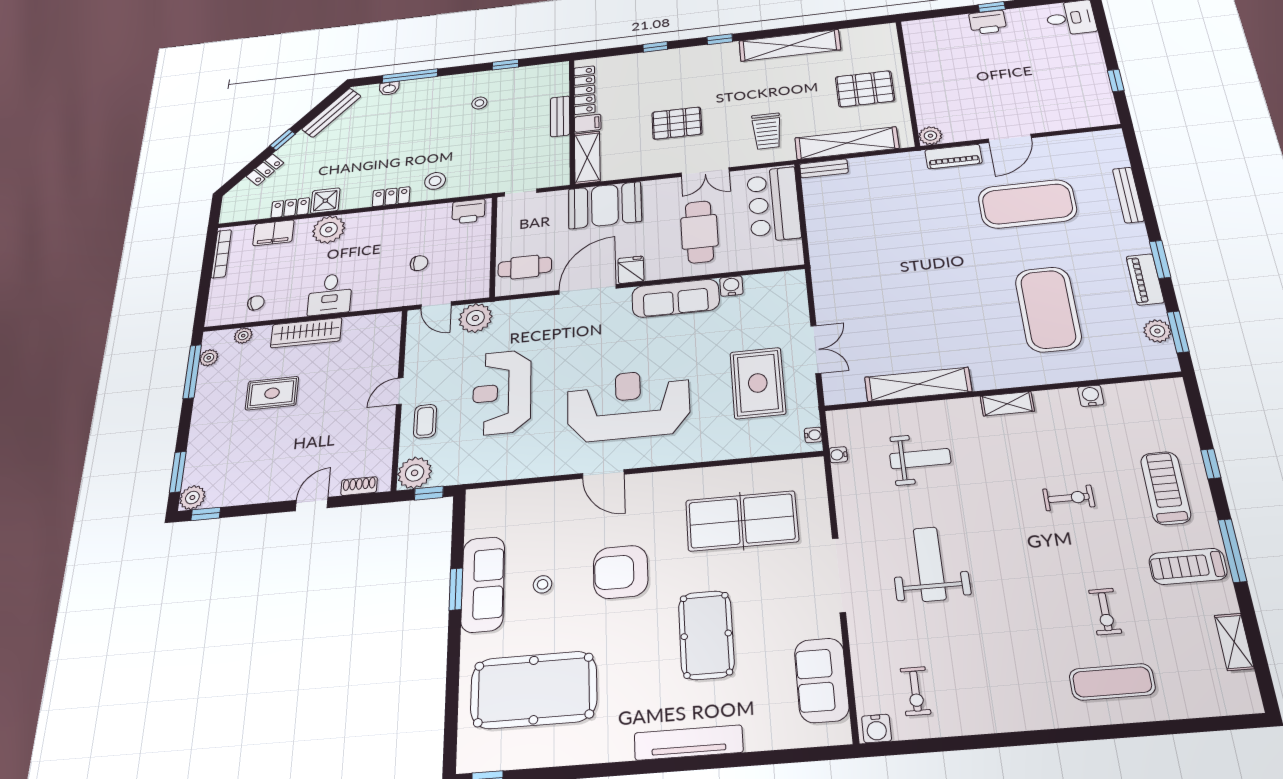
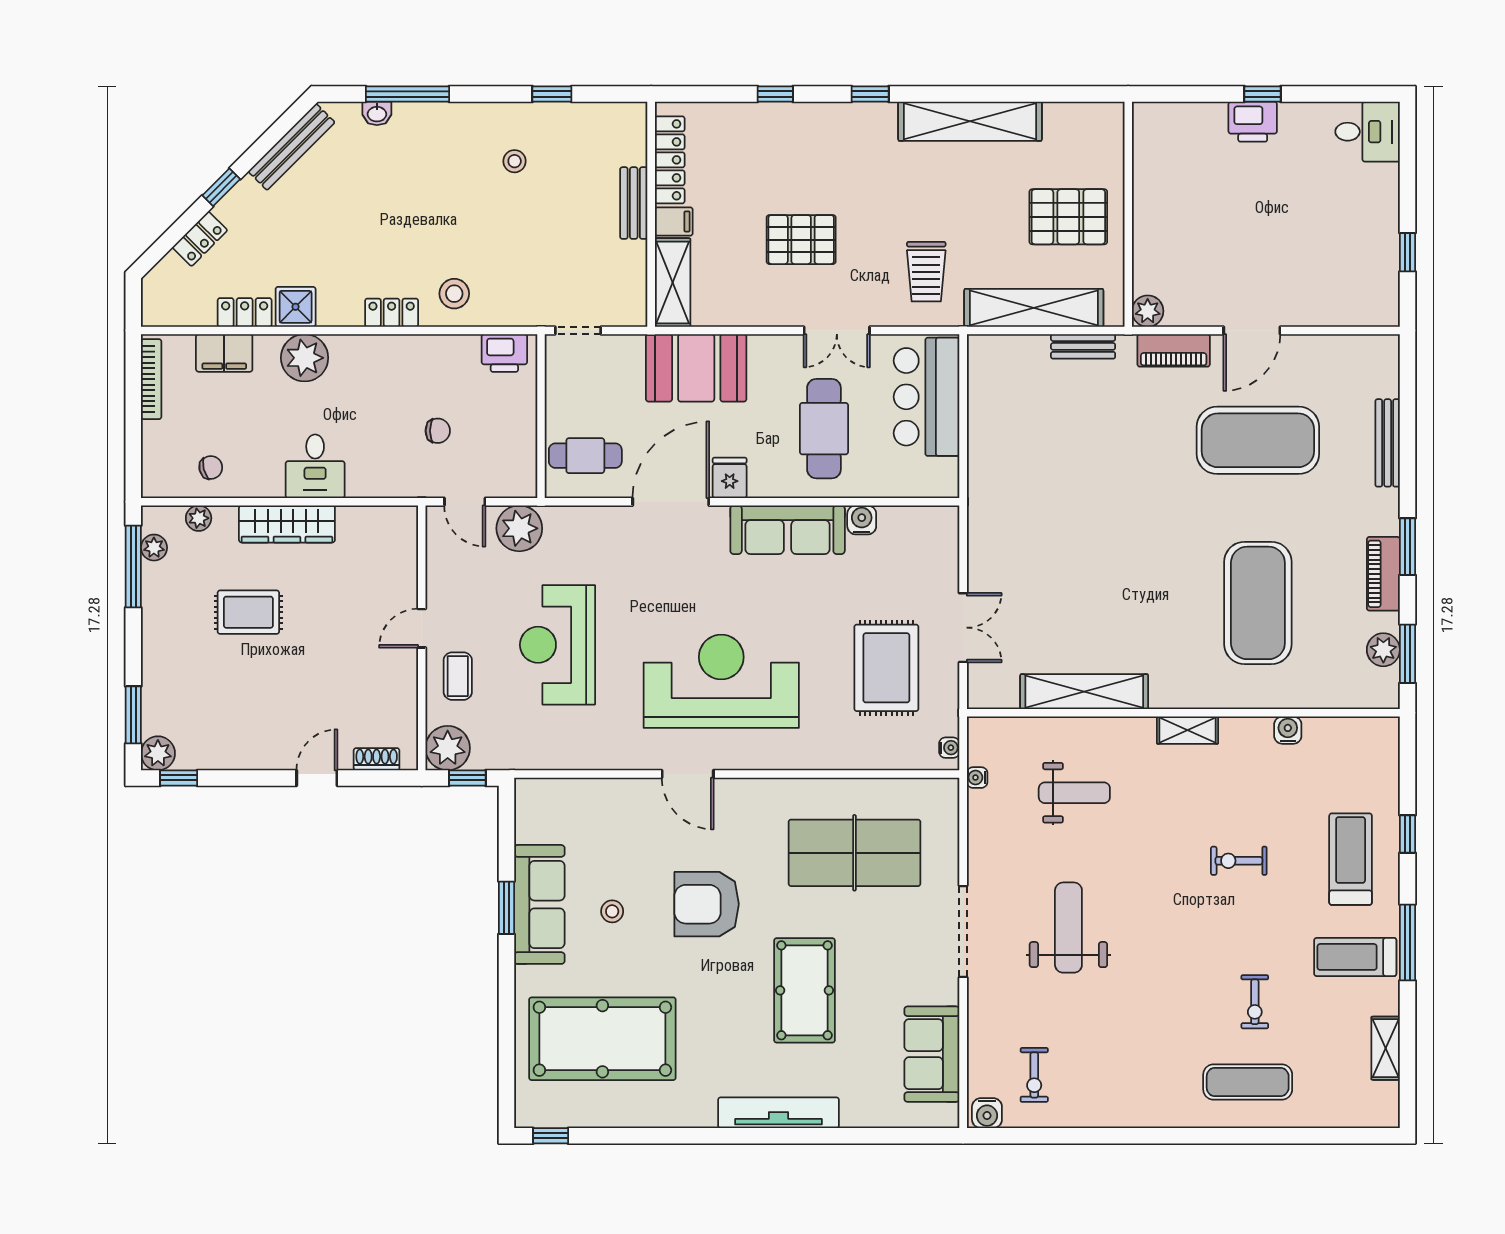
bench: (824, 168) -> (1083, 346), moved
exercise bike: (1069, 498) -> (1239, 861), turned 180

